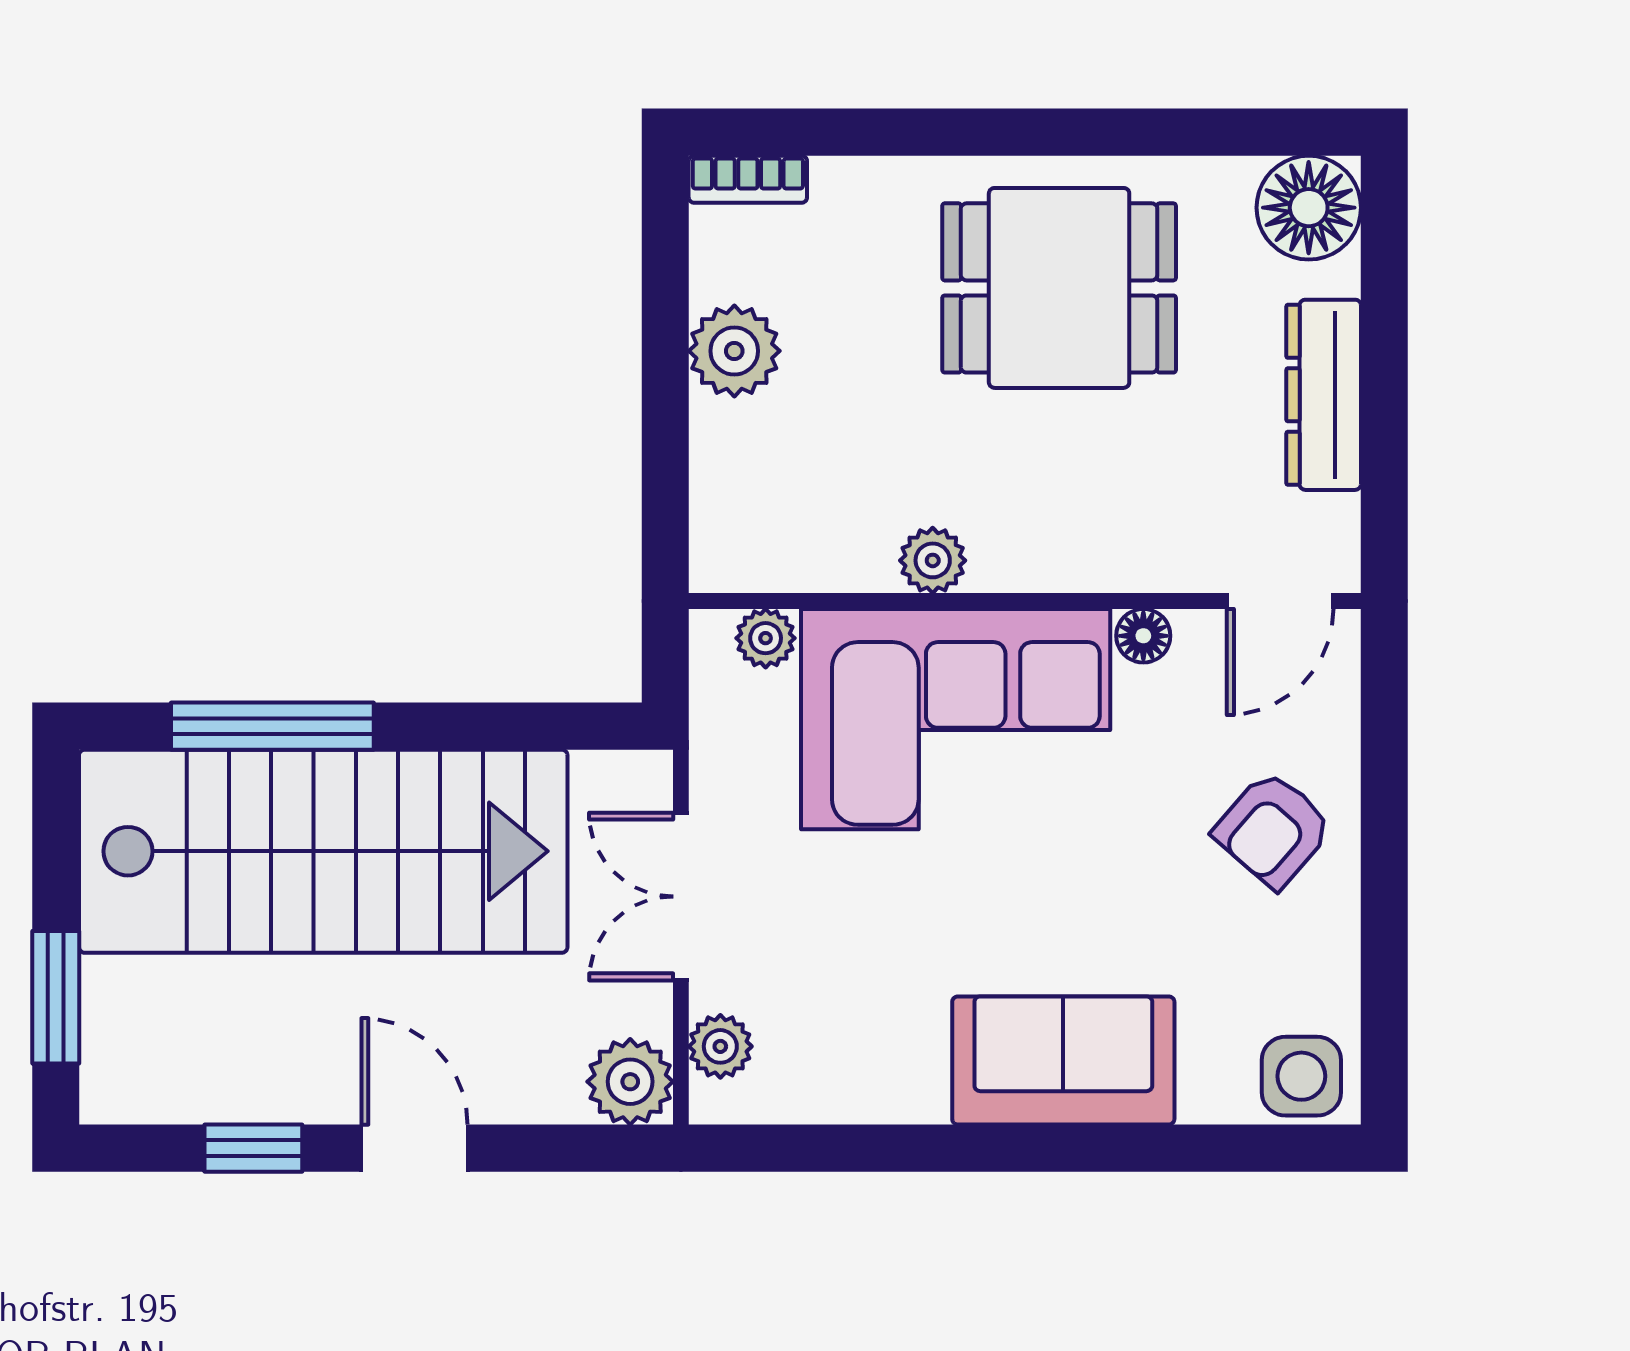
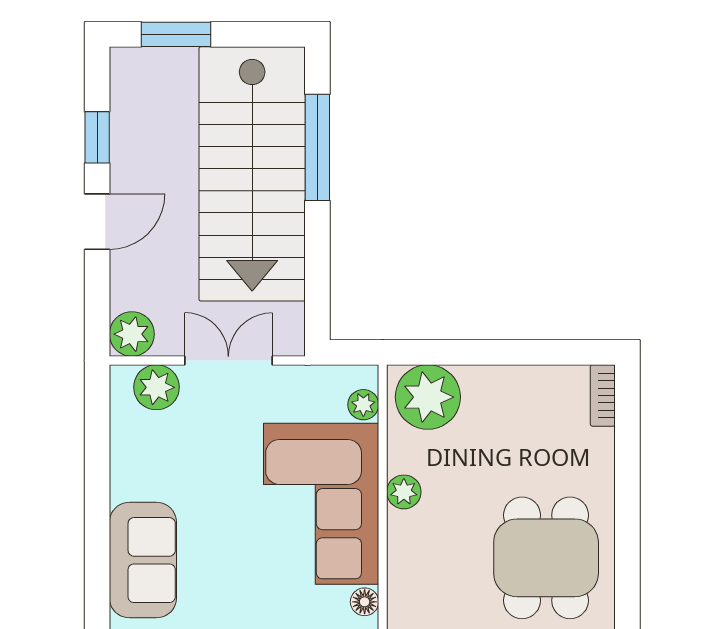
plant: (734, 351) -> (428, 397), moved, width x1.36, depth x1.36
plant: (720, 1046) -> (156, 387), width x1.38, depth x1.38

